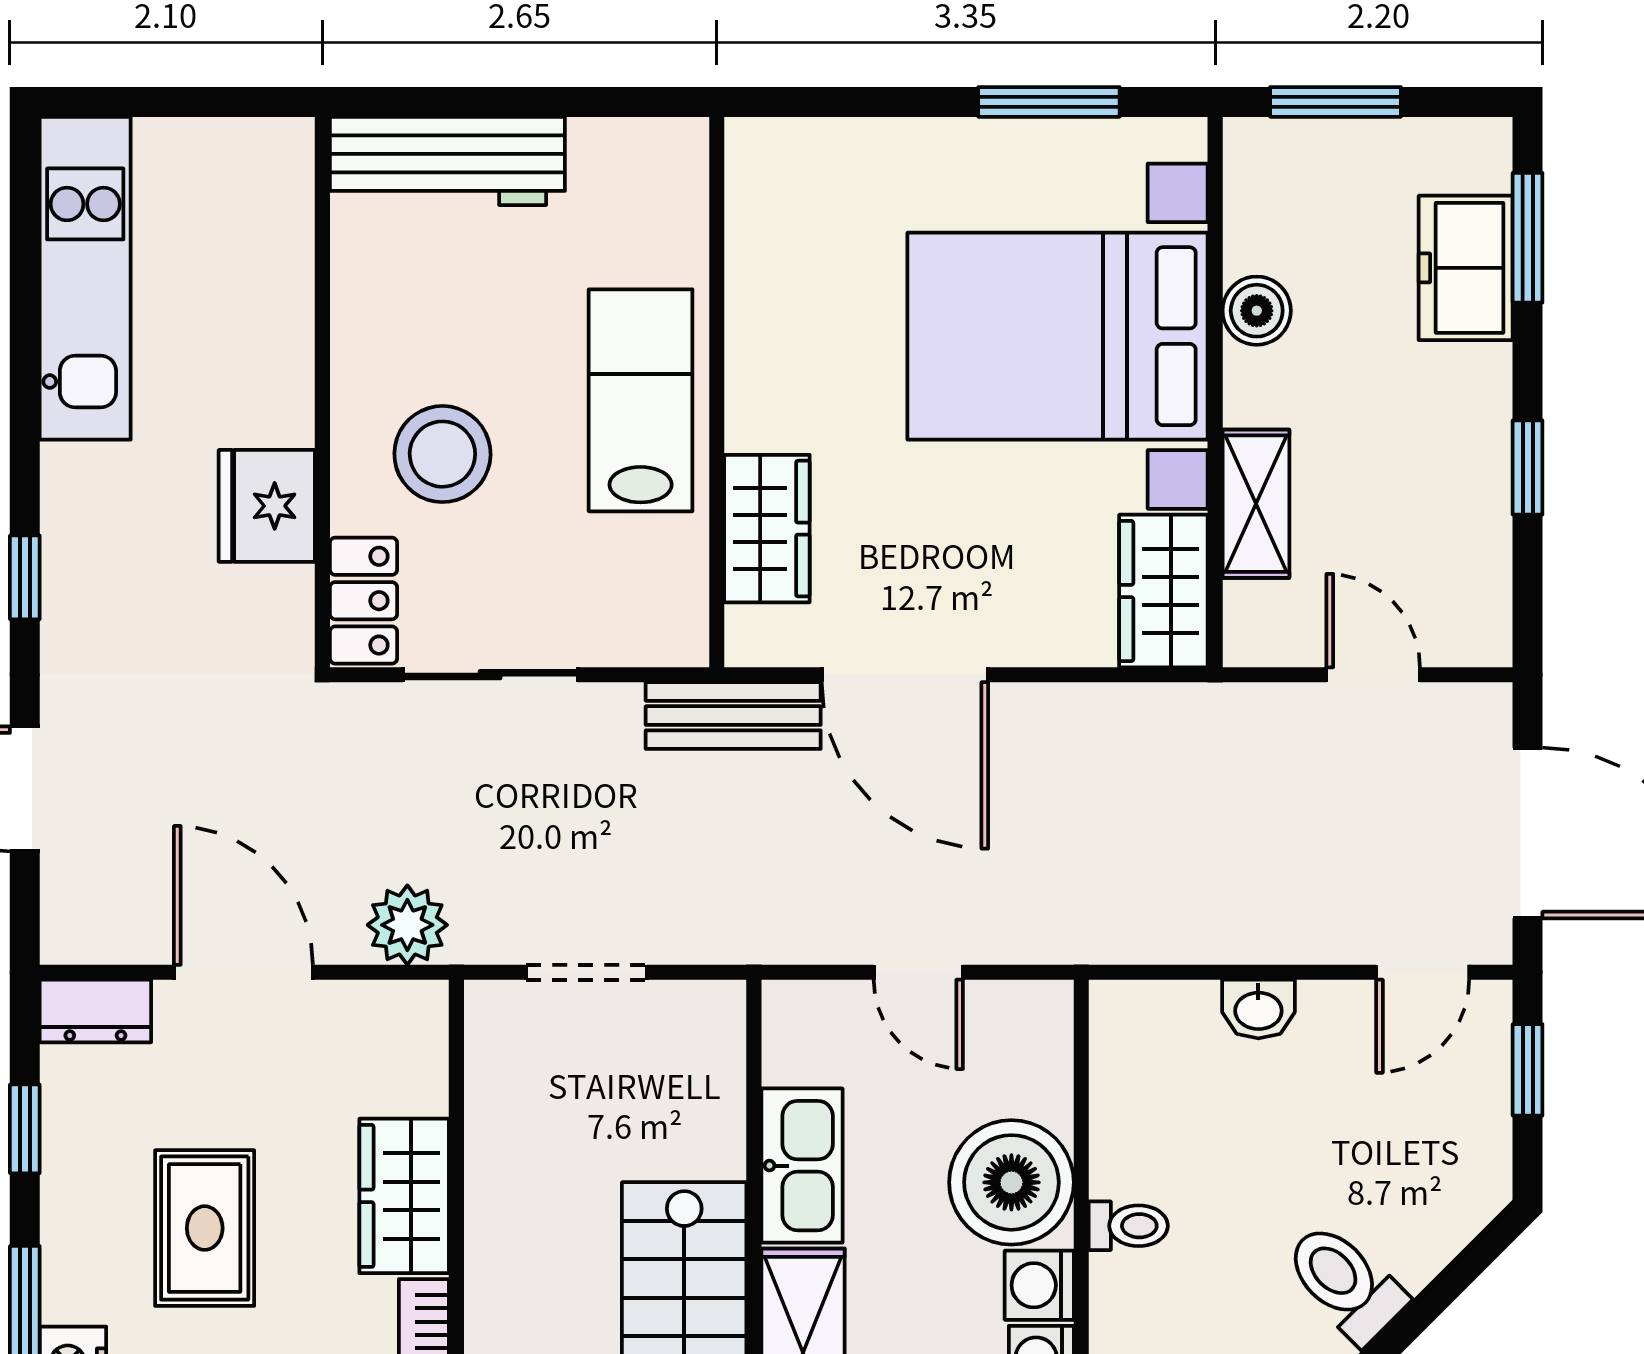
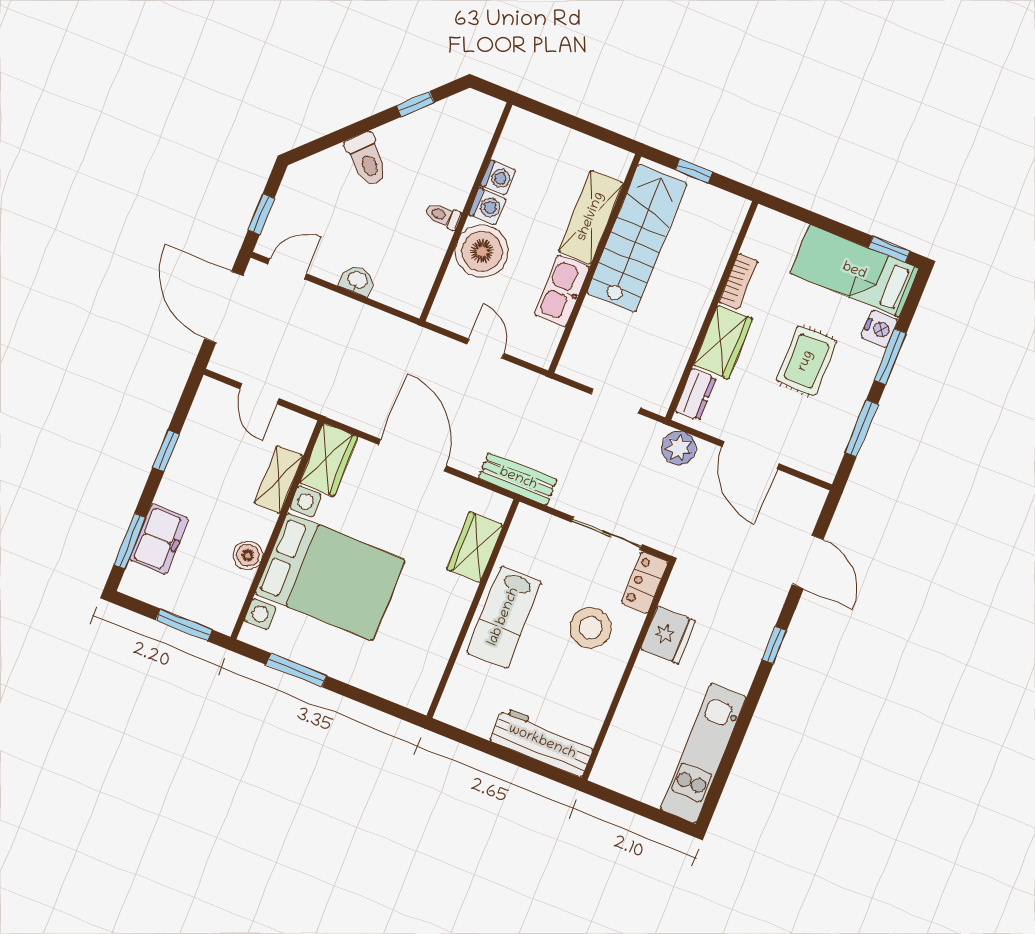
door: (905, 675) -> (412, 455), moved
dresser: (95, 1011) -> (696, 394), moved, turned 90
window: (25, 1129) -> (861, 428), width x1.50

